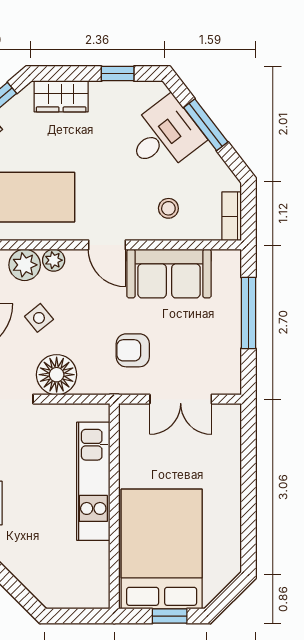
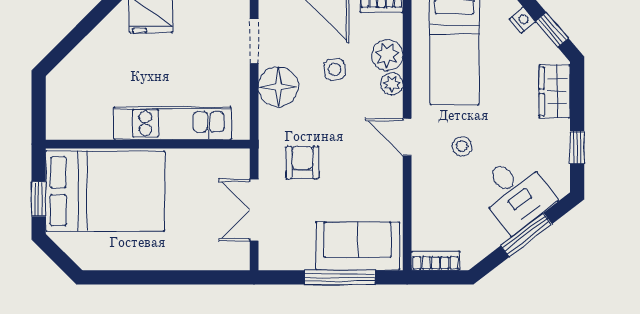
stool: (168, 208) -> (462, 146), moved
door: (107, 245) -> (407, 137), hinge flipped
sofa: (169, 274) -> (358, 246), moved, turned 90
side table: (39, 318) -> (335, 69), turned 33

